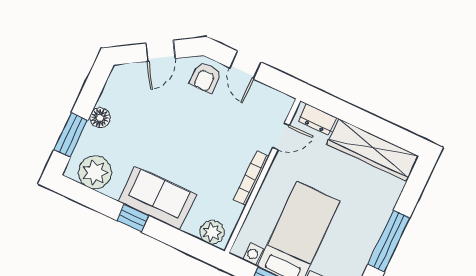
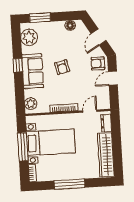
door: (160, 51) -> (99, 37), hinge flipped
floor lamp: (100, 118) -> (70, 25), moved
door: (281, 136) -> (90, 111), swing flipped
armchair: (178, 143) -> (62, 67), added

